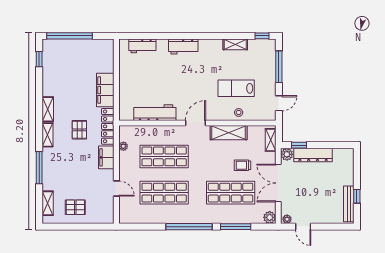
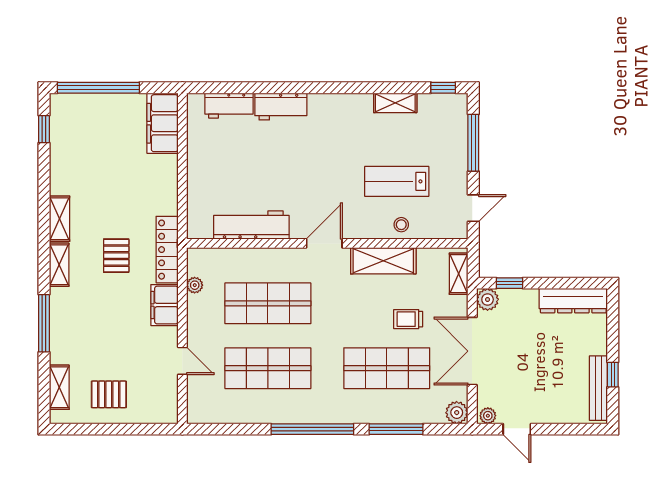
workbench: (183, 47) -> (281, 107), moved
filing cabinet: (105, 90) -> (163, 123), moved
dresser: (313, 155) -> (573, 301), moved

